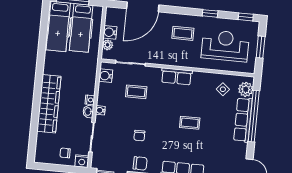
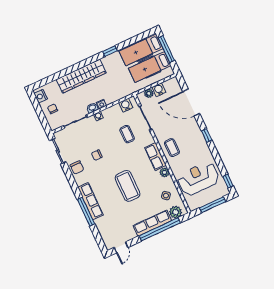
window: (210, 13) -> (207, 136), moved
coffee table: (183, 33) -> (172, 148), moved
reception desk: (225, 46) -> (198, 179), turned -90
window: (261, 47) -> (213, 205), width x1.44
window: (41, 59) -> (110, 51), added
plant: (198, 77) -> (165, 172), added
coffee table: (190, 123) -> (128, 186), width x1.86, depth x1.72
nightstand: (82, 161) -> (41, 96), moved

